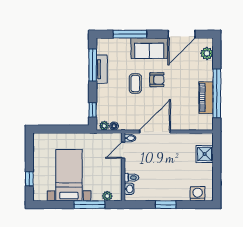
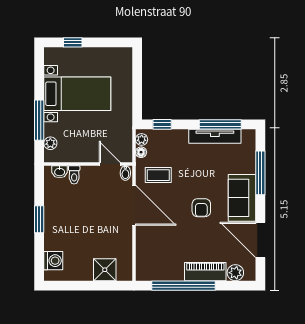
tv unit: (102, 69) -> (215, 136), width x1.41
coffee table: (135, 84) -> (158, 175), moved
piano: (206, 98) -> (205, 272), moved

